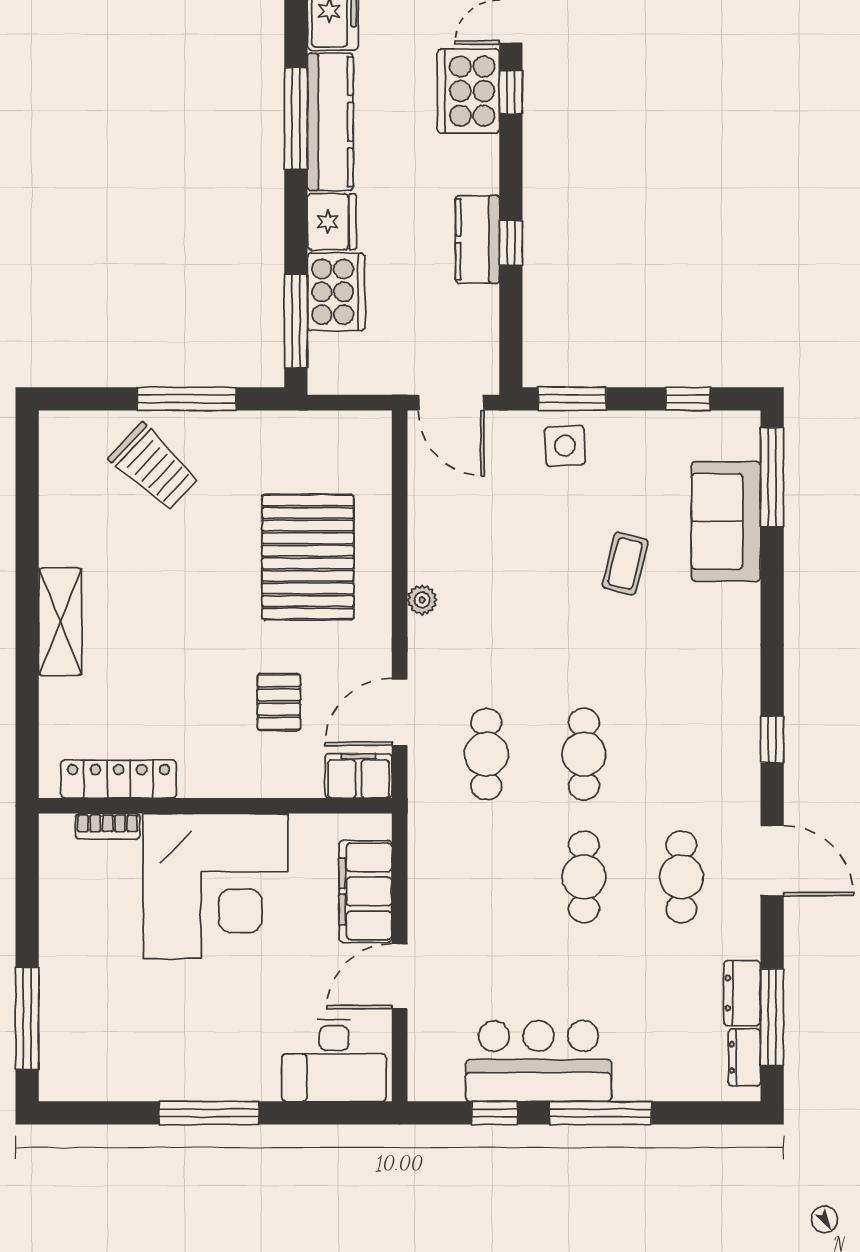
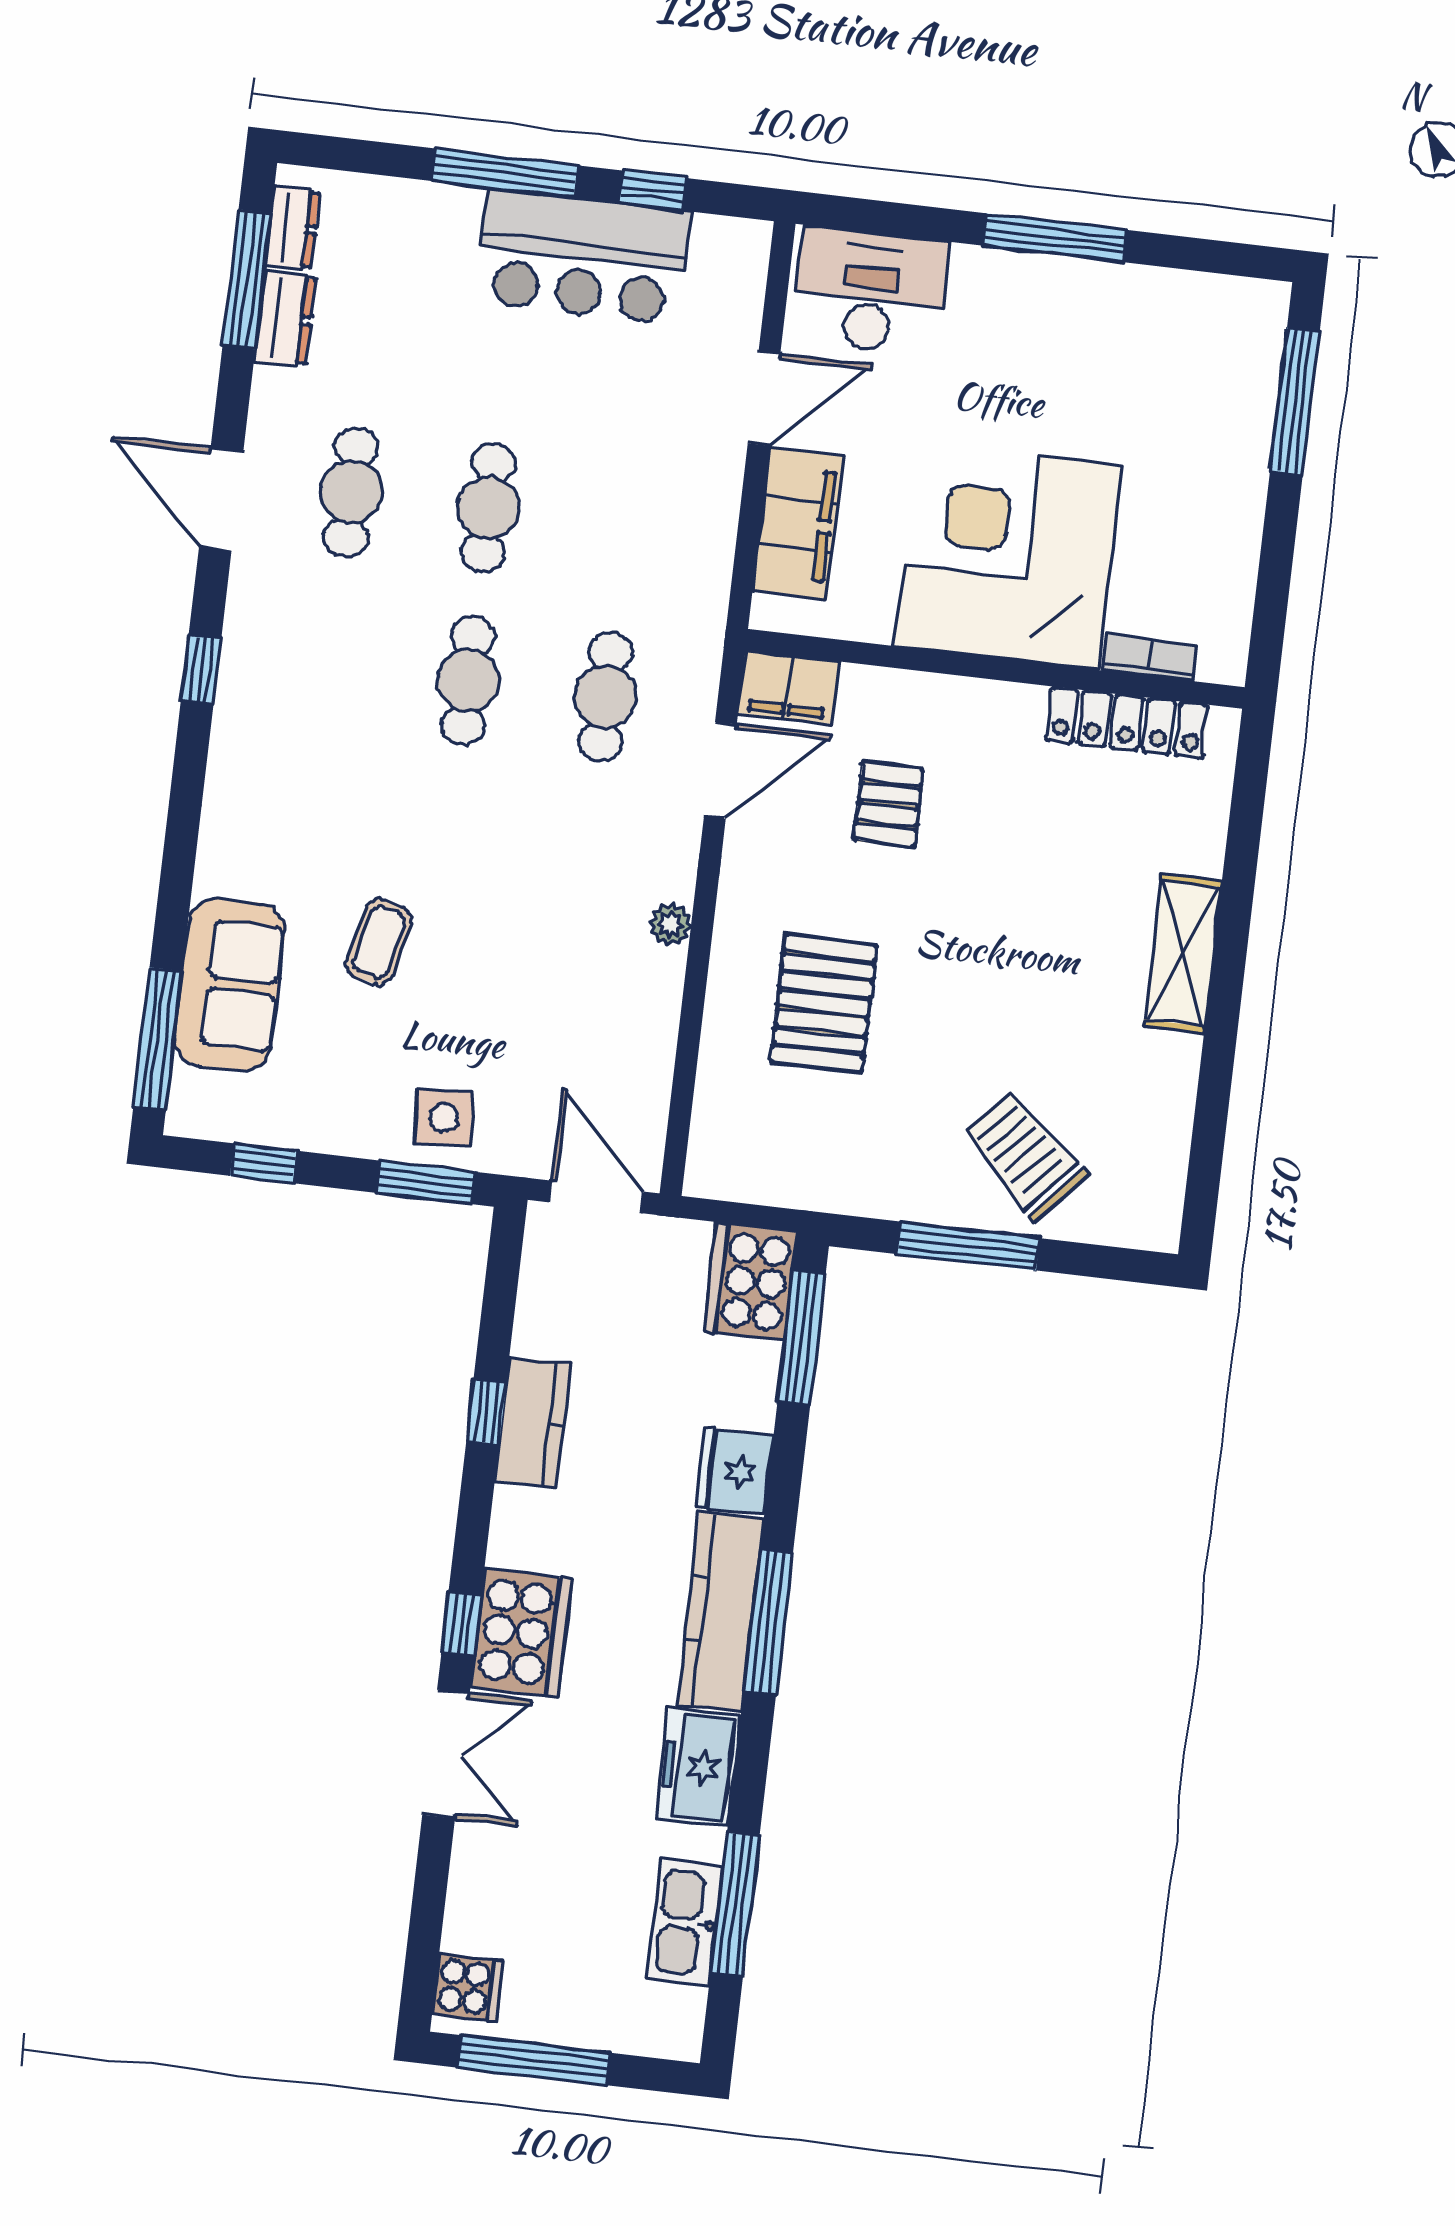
cooker: (336, 292) -> (751, 1282), moved
pallet: (308, 557) -> (824, 1003), width x0.73, depth x0.71

